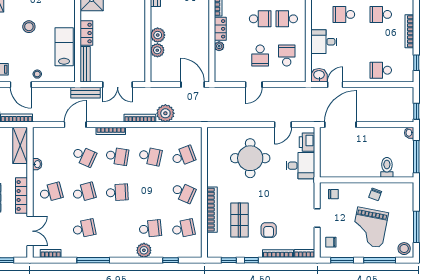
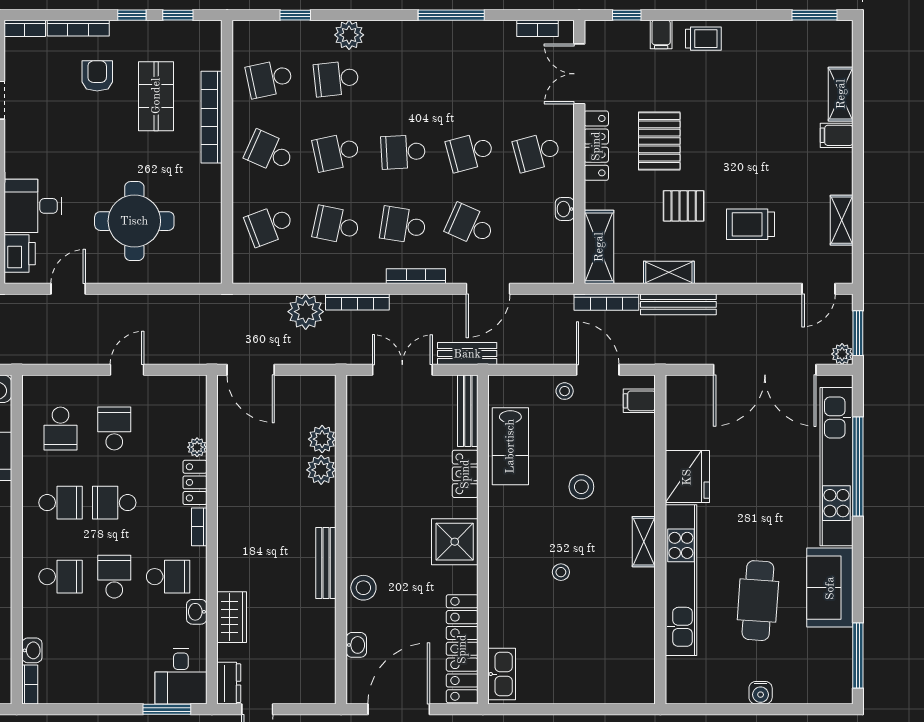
school desk: (84, 229) -> (336, 152), moved

